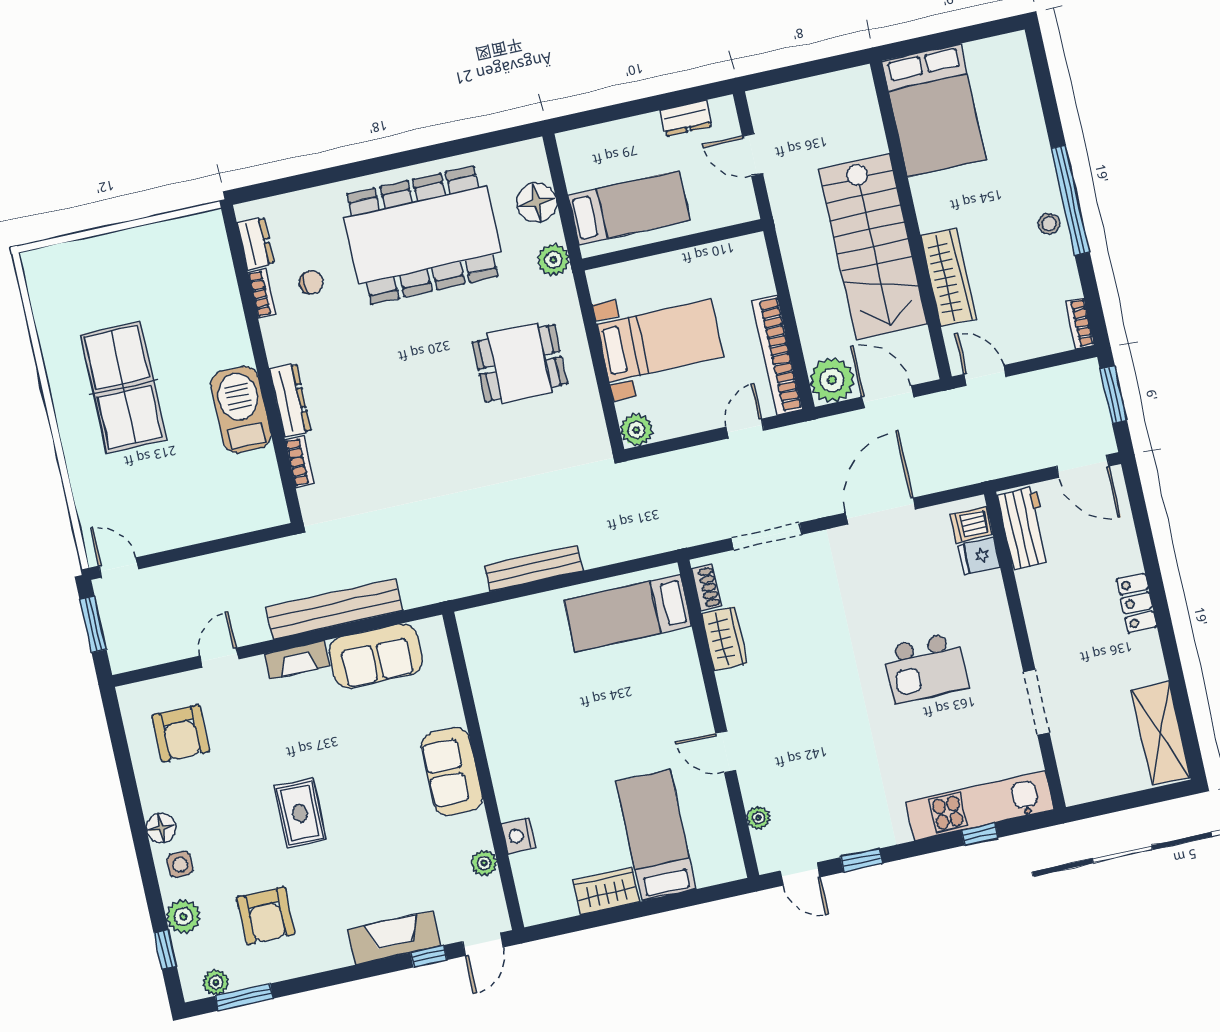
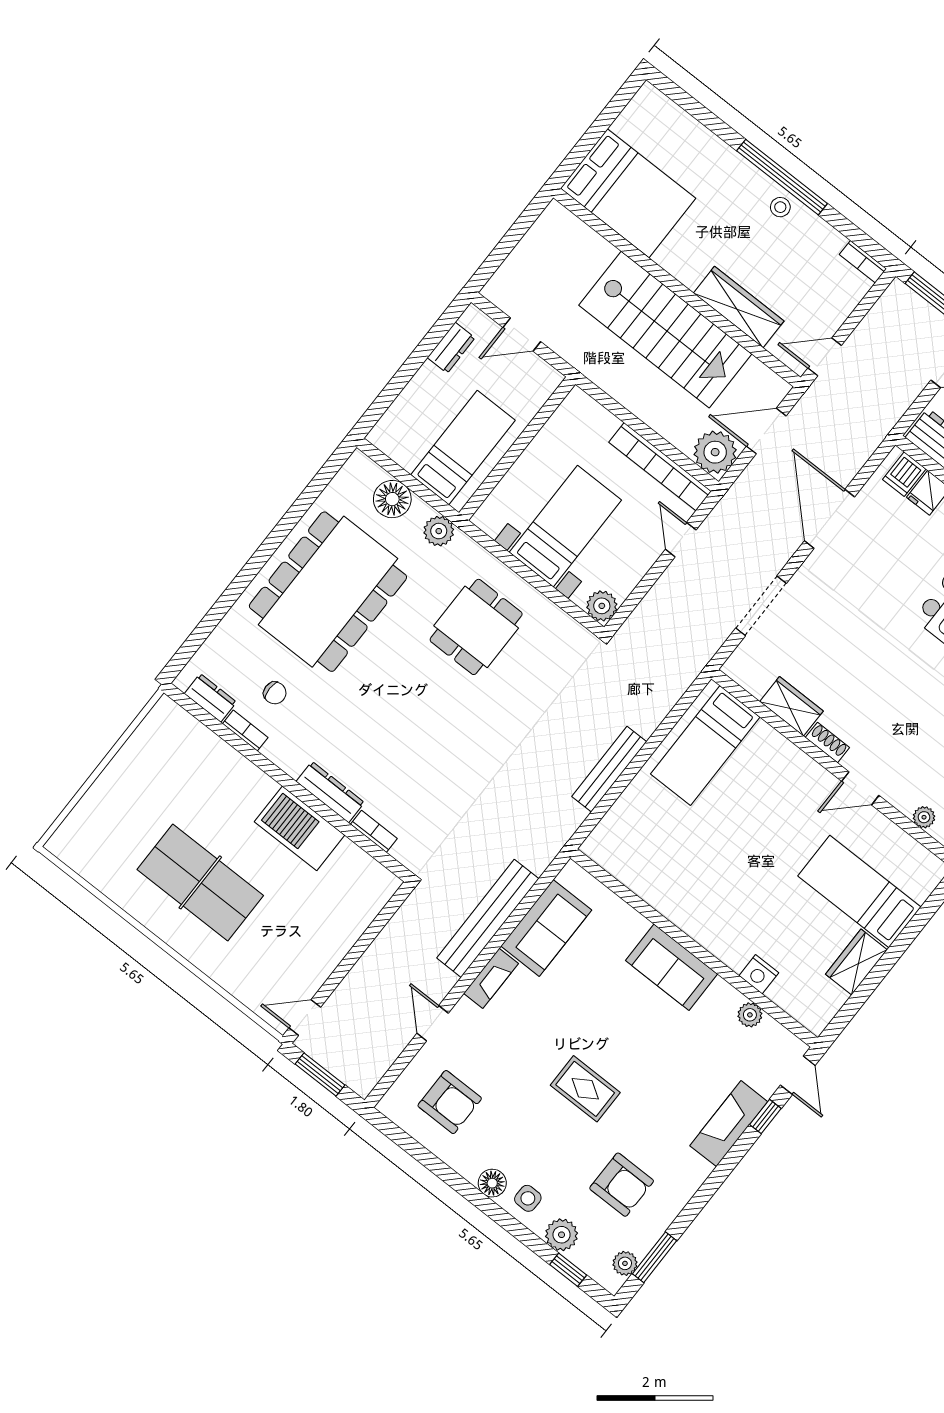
chair: (311, 282) -> (275, 693), turned 90
shoe rack: (706, 588) -> (827, 743), moved

